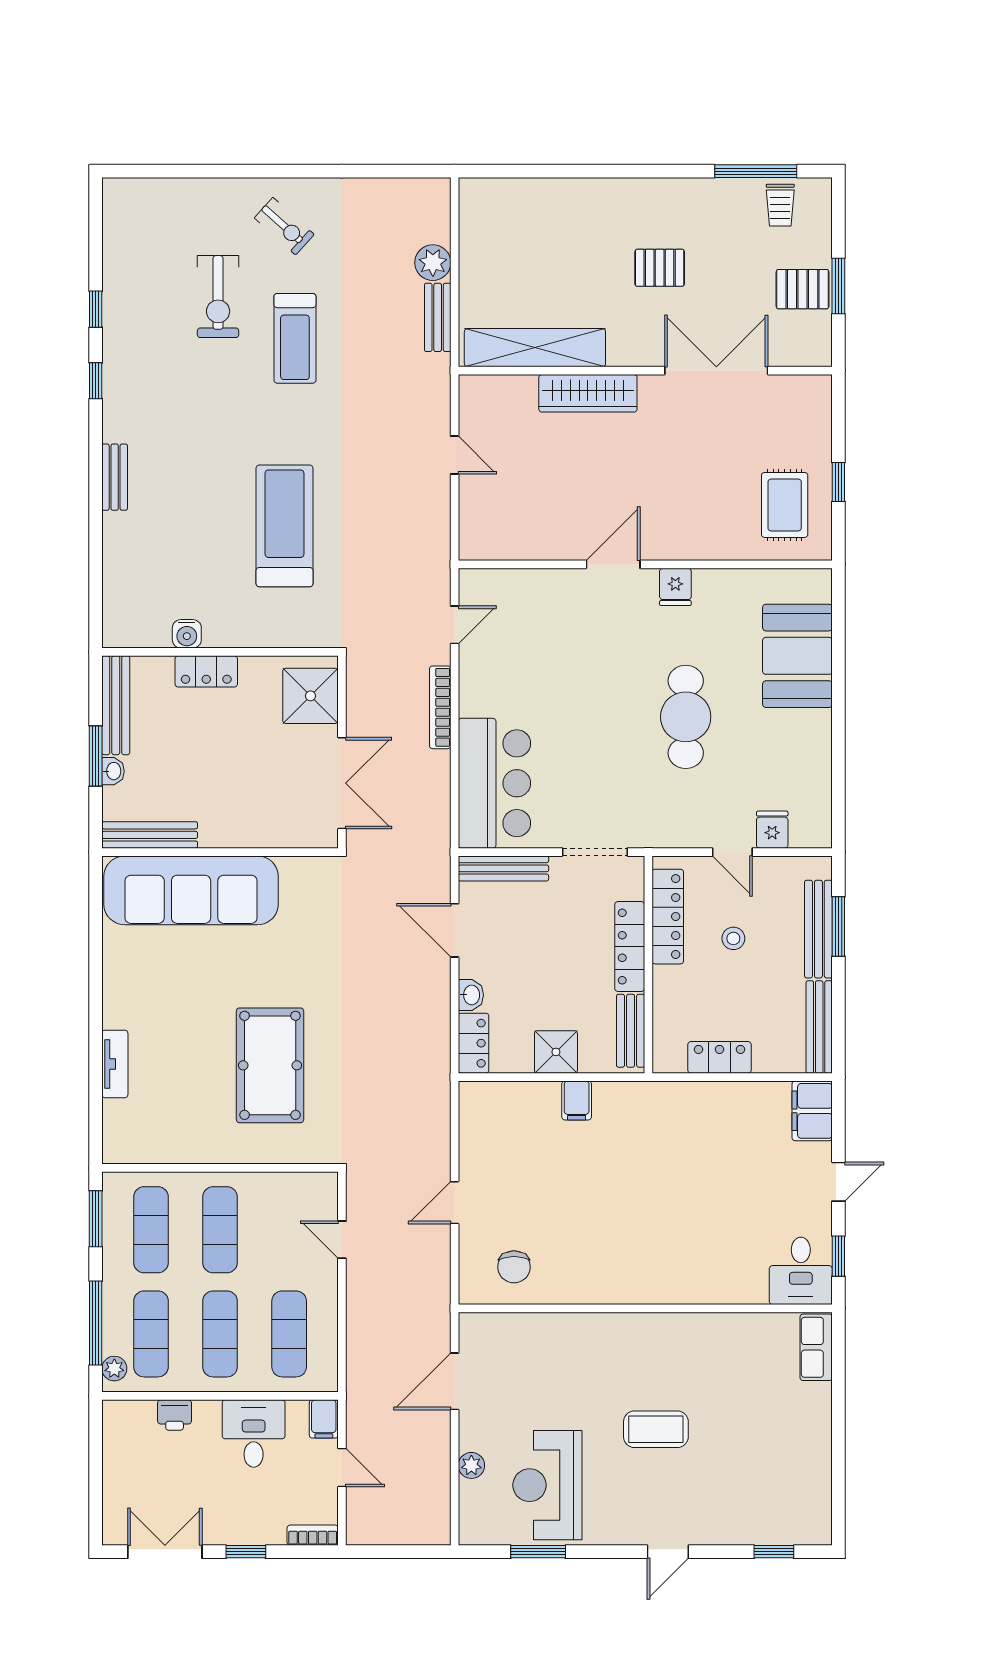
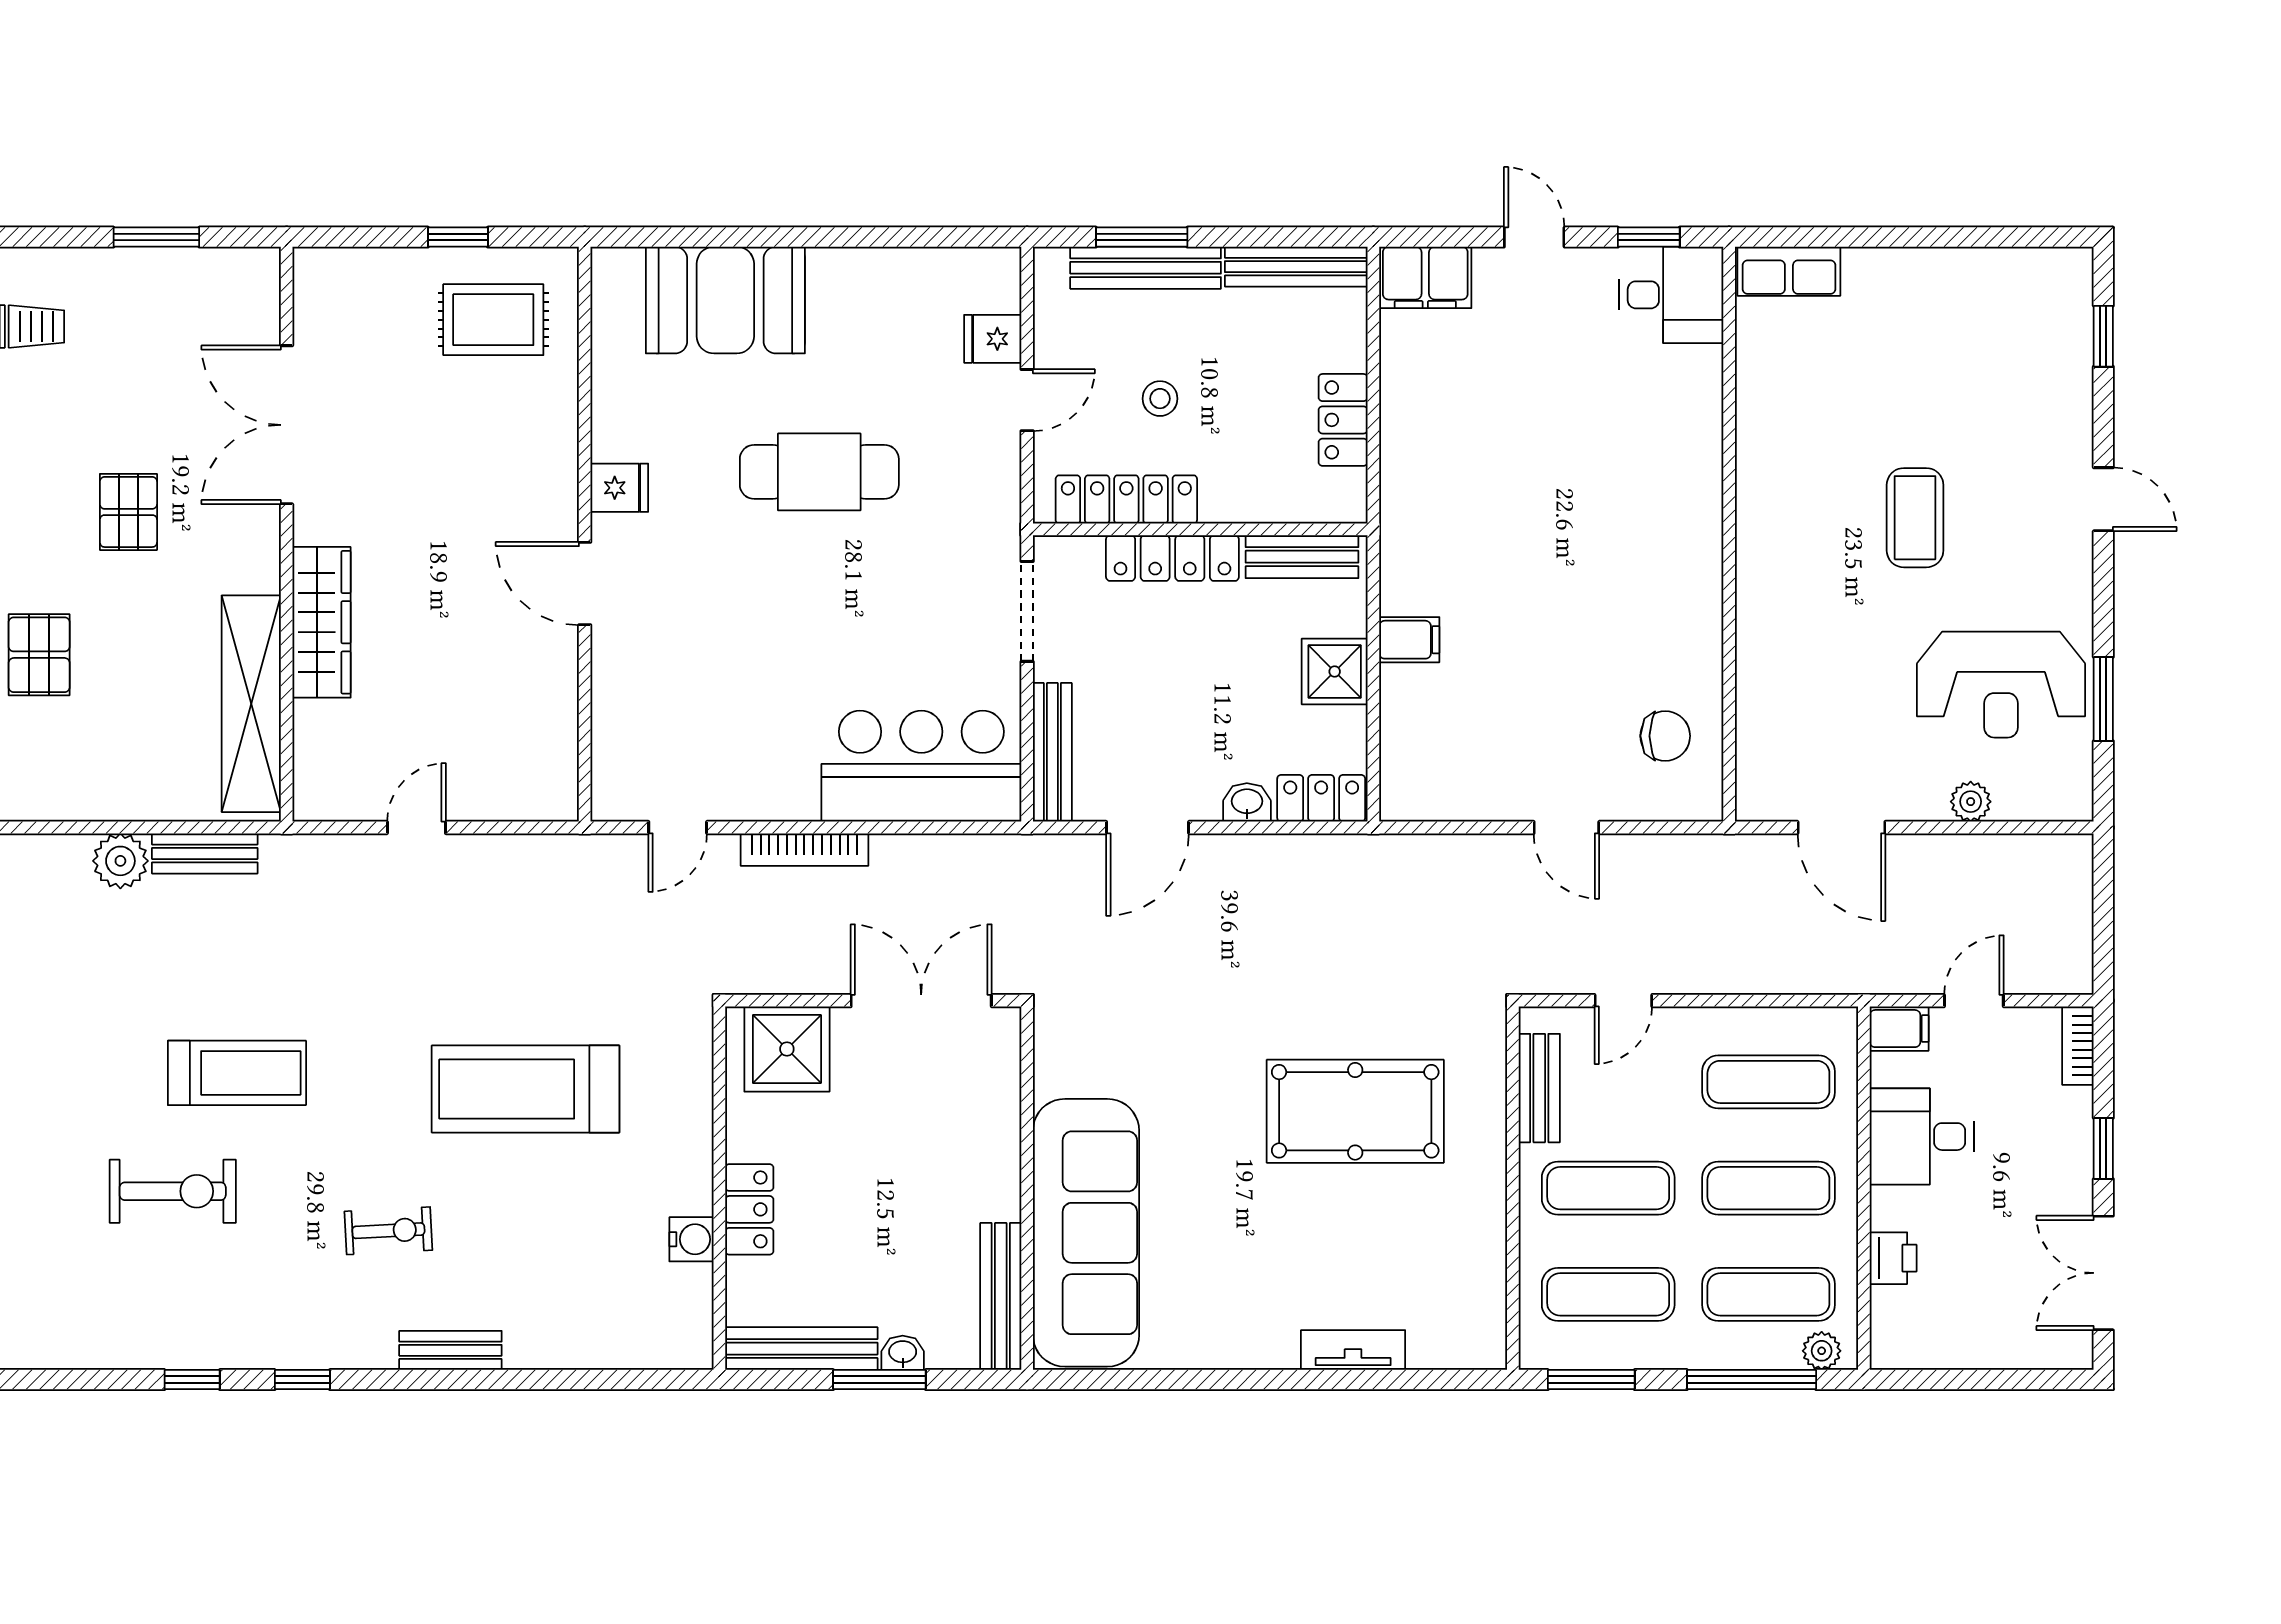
exercise bike: (284, 226) -> (388, 1231), moved, turned 45
pallet: (803, 289) -> (39, 655), moved
door: (455, 625) -> (678, 828), swing flipped
bench: (285, 1185) -> (1539, 1088), added

